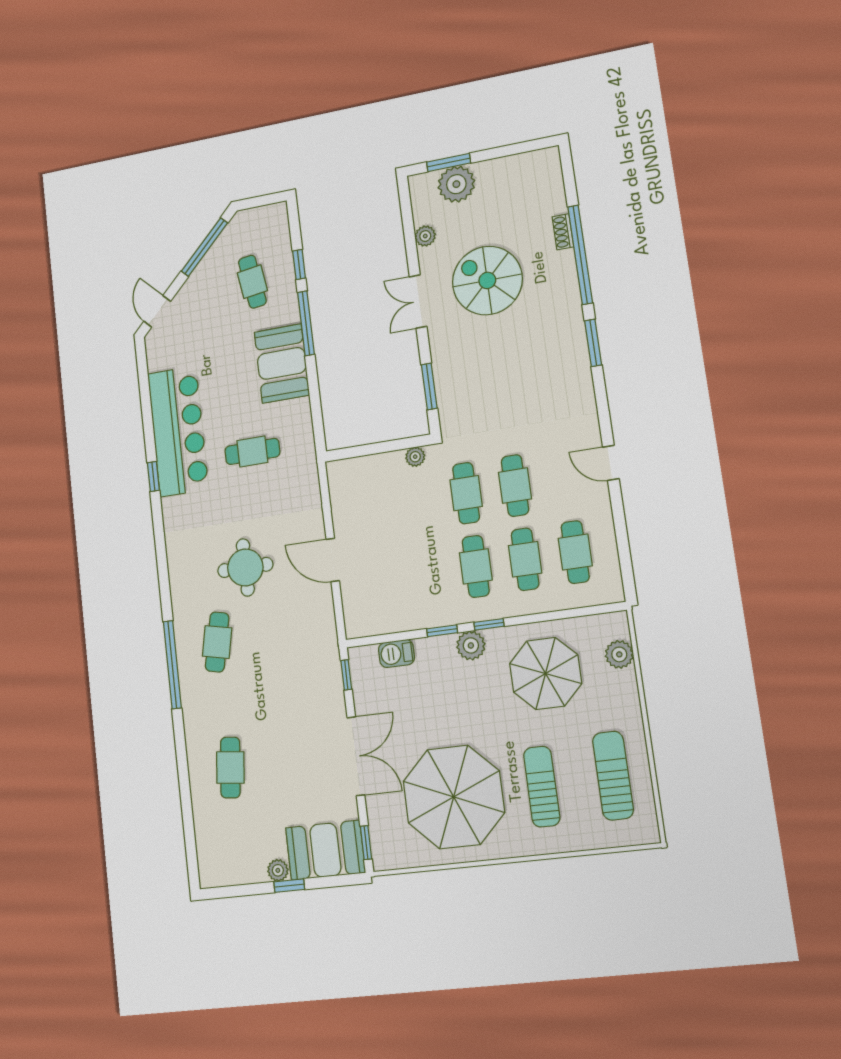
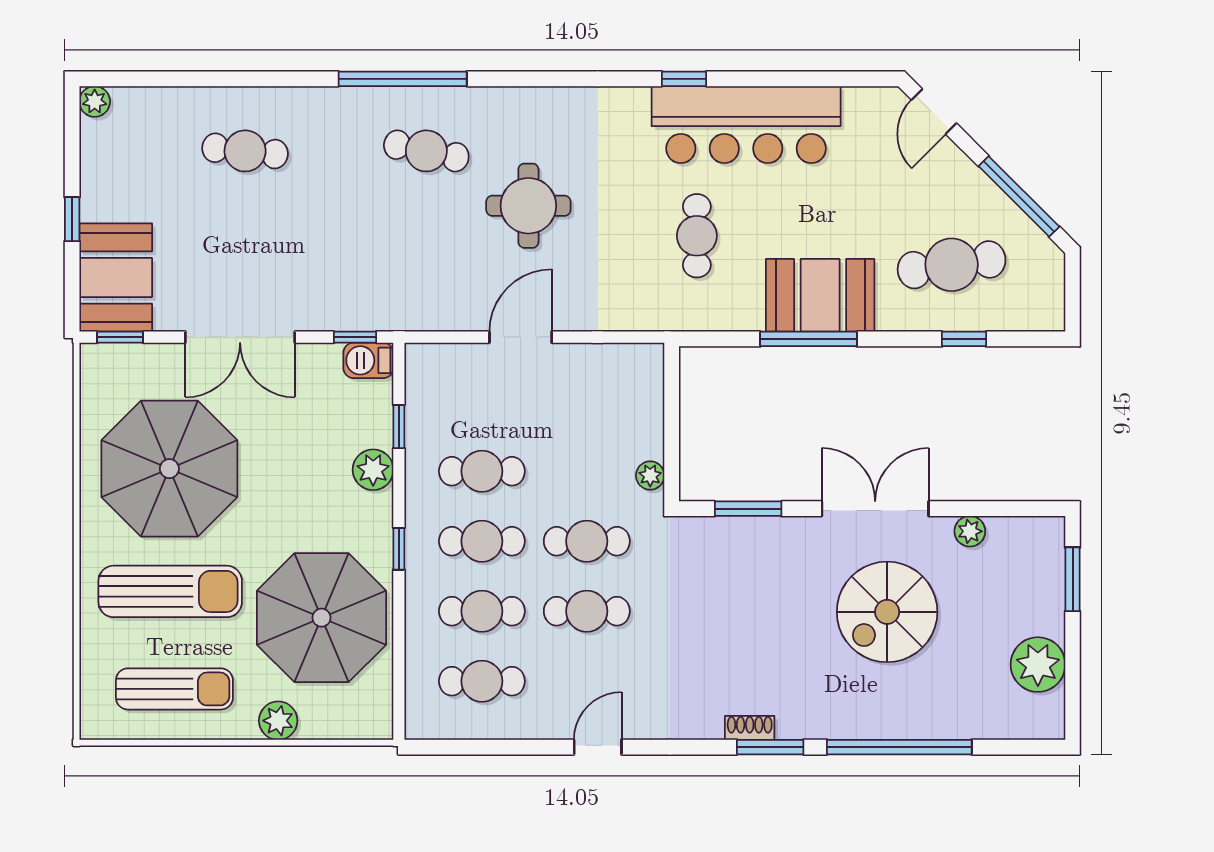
plant: (456, 184) -> (1038, 665), moved
shoe rack: (563, 232) -> (750, 728), moved
spiral stairs: (487, 280) -> (887, 612), turned 180
cafe table: (252, 282) -> (952, 265), width x1.37, depth x1.35
double door: (418, 301) -> (875, 509), width x1.37
door: (157, 311) -> (934, 112), swing flipped
window: (306, 323) -> (808, 339), moved
cafe table: (427, 573) -> (482, 471), added
window: (442, 631) -> (399, 427), moved
plant: (471, 645) -> (373, 470), moved
barbecue: (396, 653) -> (368, 360), moved, turned -90
plant: (619, 654) -> (278, 721), moved
parasol: (546, 674) -> (322, 618), width x1.36, depth x1.36
sun lounger: (542, 787) -> (170, 591), width x1.36, depth x1.34
plant: (278, 870) -> (95, 101), moved

